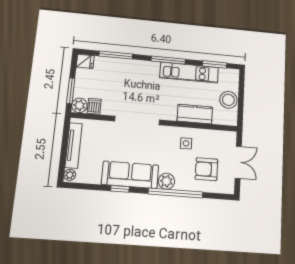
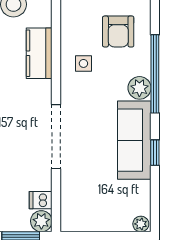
tv unit: (74, 145) -> (99, 223), removed

